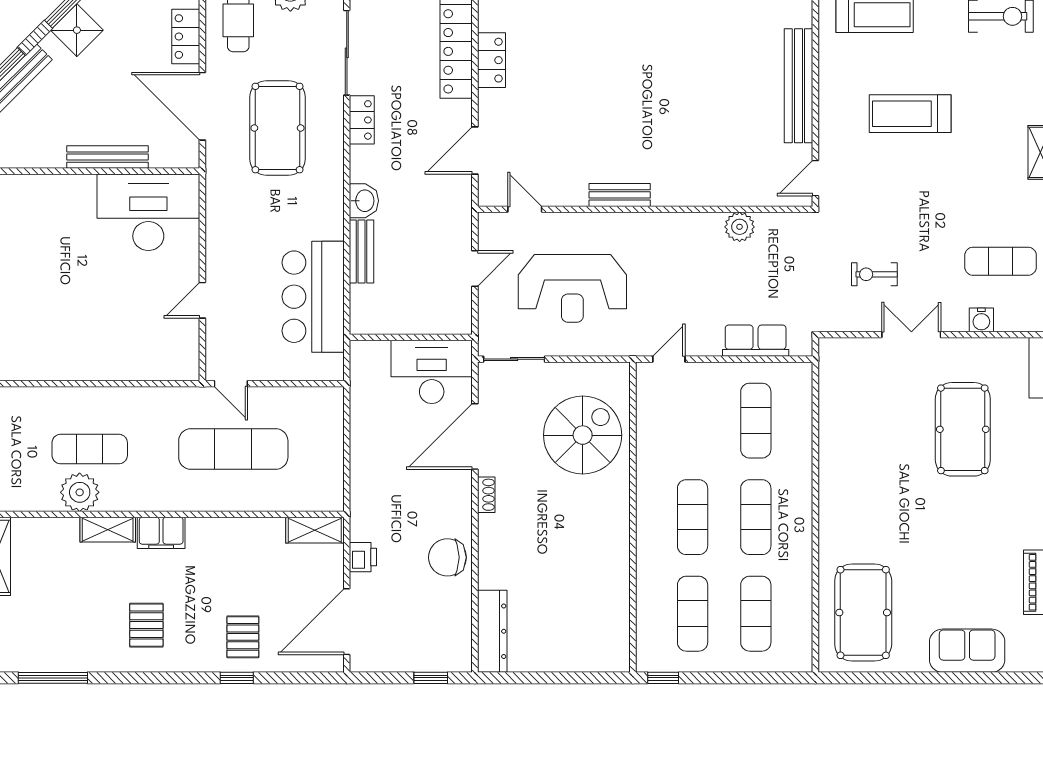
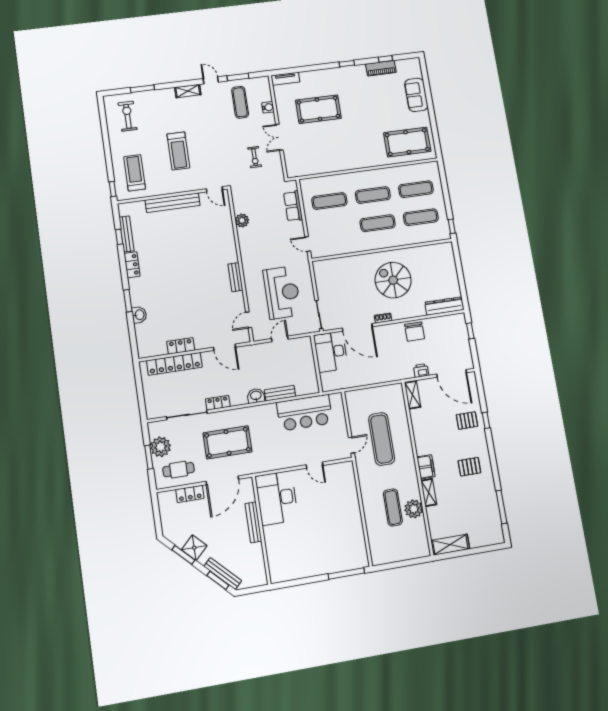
door: (475, 269) -> (280, 339), hinge flipped
spiral stairs: (583, 435) -> (393, 280), moved

